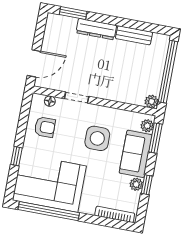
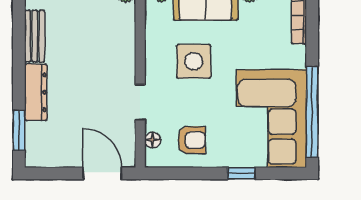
armchair: (45, 127) -> (192, 140), turned 90

